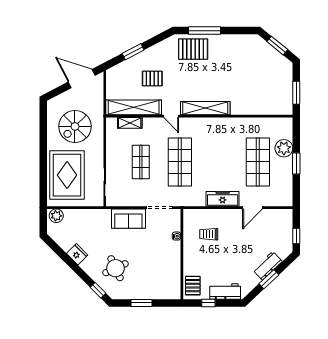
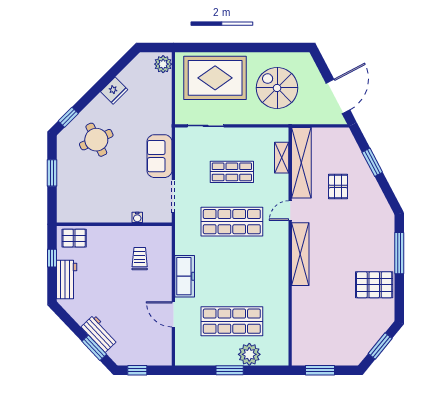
pallet: (193, 49) -> (374, 285), moved, turned 90
window: (269, 279) -> (94, 348), moved

